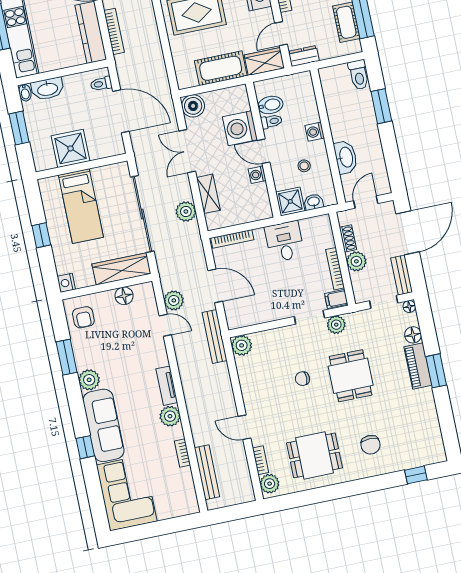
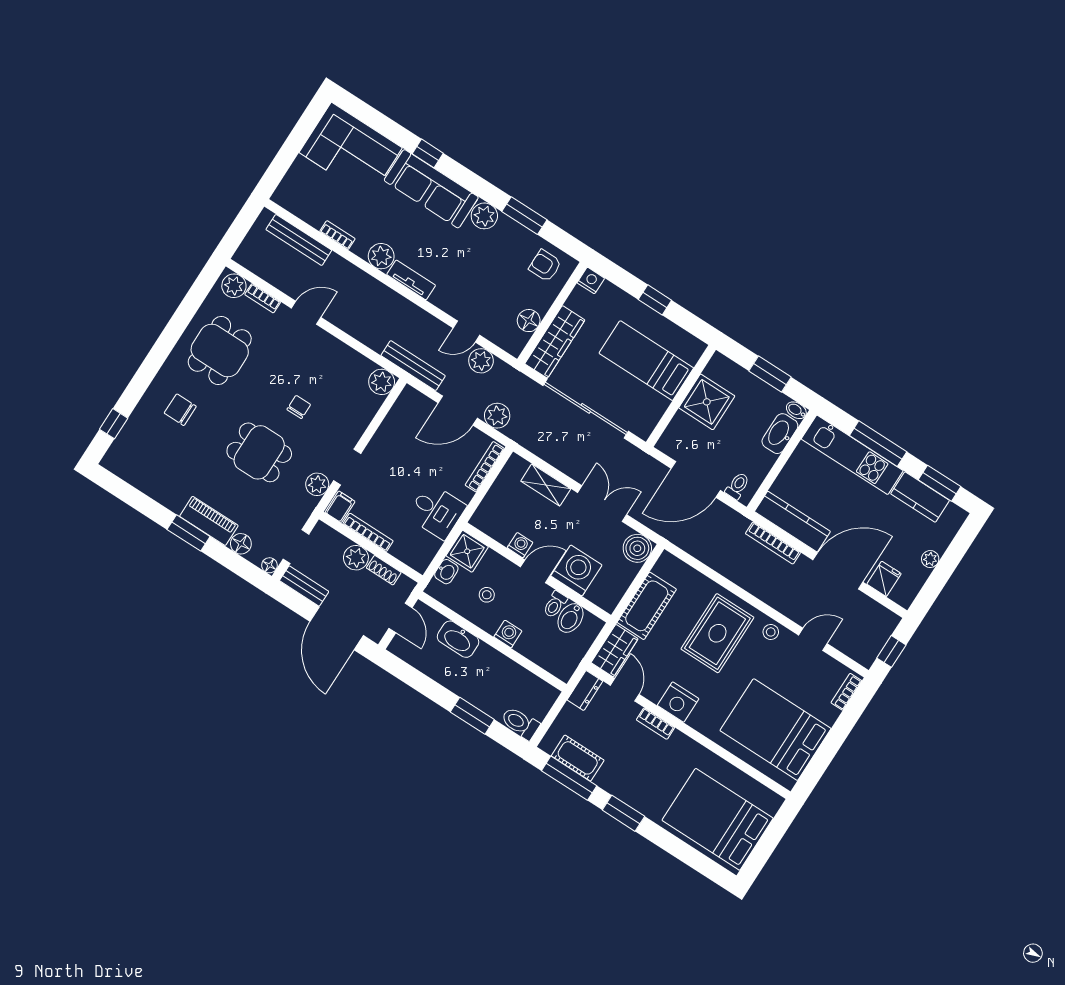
plant: (186, 211) -> (497, 416), moved

